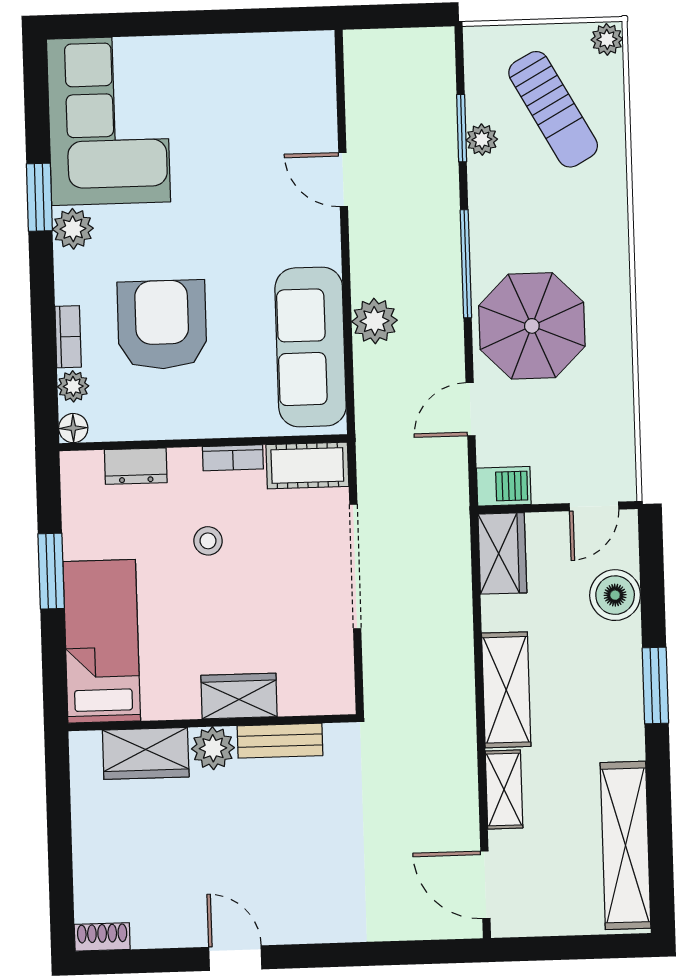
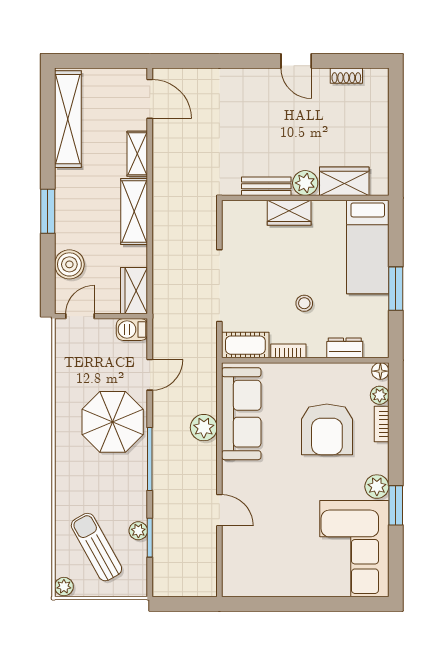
shoe rack: (102, 937) -> (346, 76), moved

